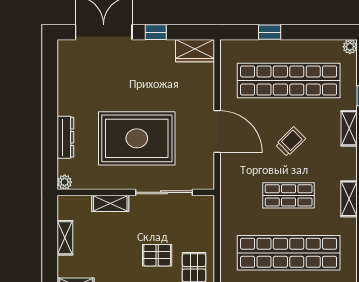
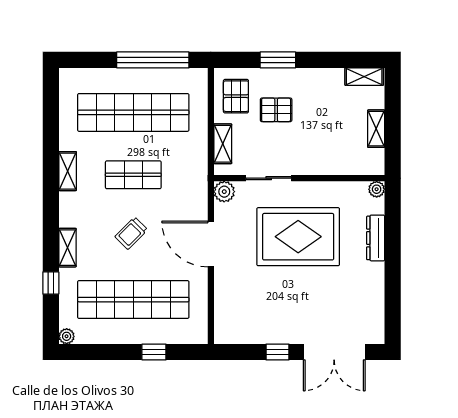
wardrobe: (195, 51) -> (235, 332), removed
plant: (205, 180) -> (224, 192), added
sliding door: (164, 192) -> (269, 178), width x0.73
shelving: (110, 203) -> (223, 144), moved, turned 90

